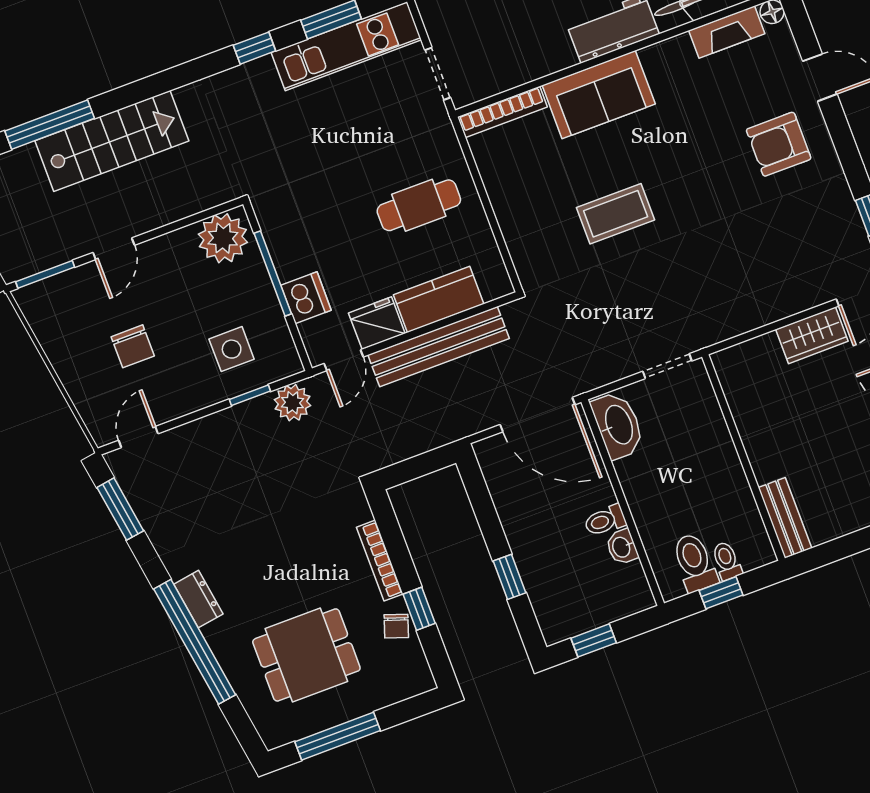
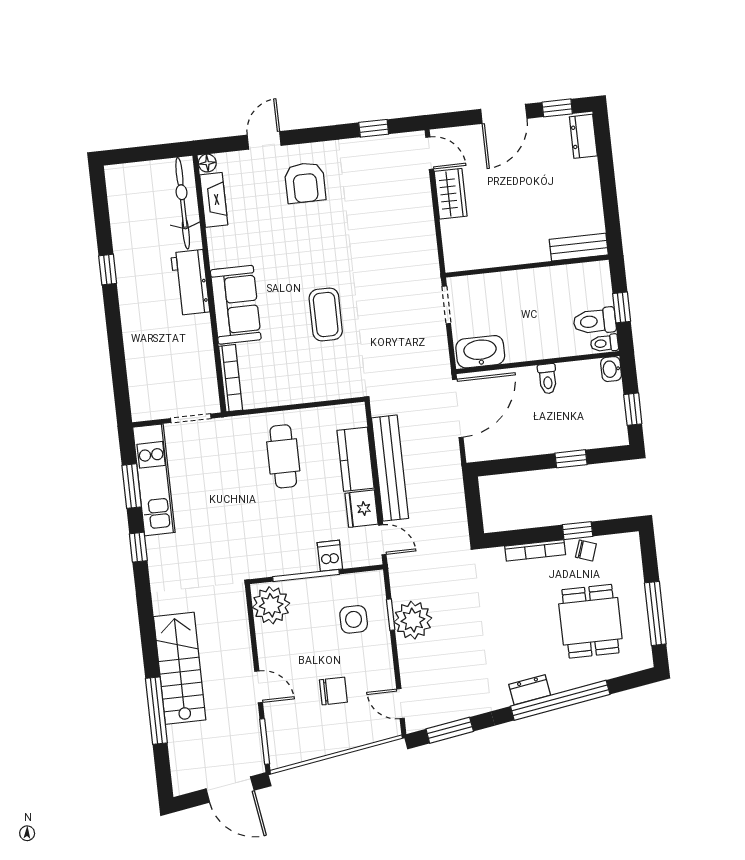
dishwasher: (306, 298) -> (330, 556), width x0.73
plant: (293, 403) -> (413, 620), moved, width x1.36, depth x1.36
washbasin: (622, 547) -> (611, 369), moved, turned 90
toilet: (727, 561) -> (604, 343), moved

